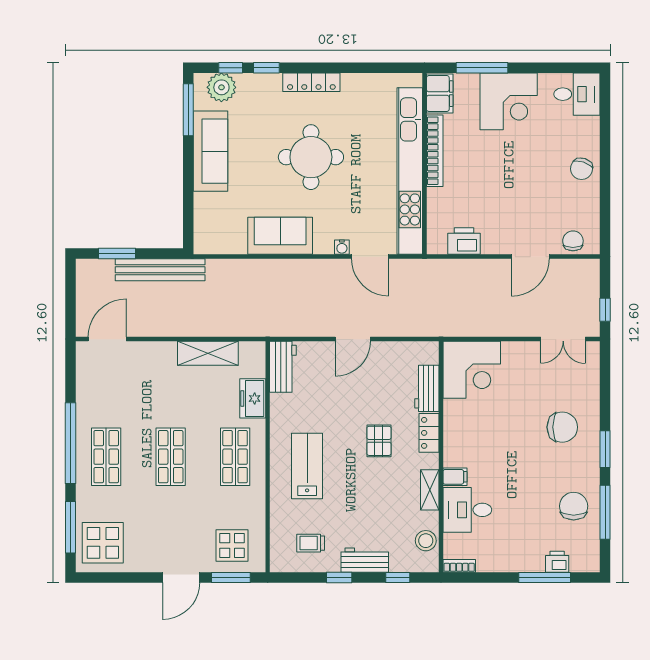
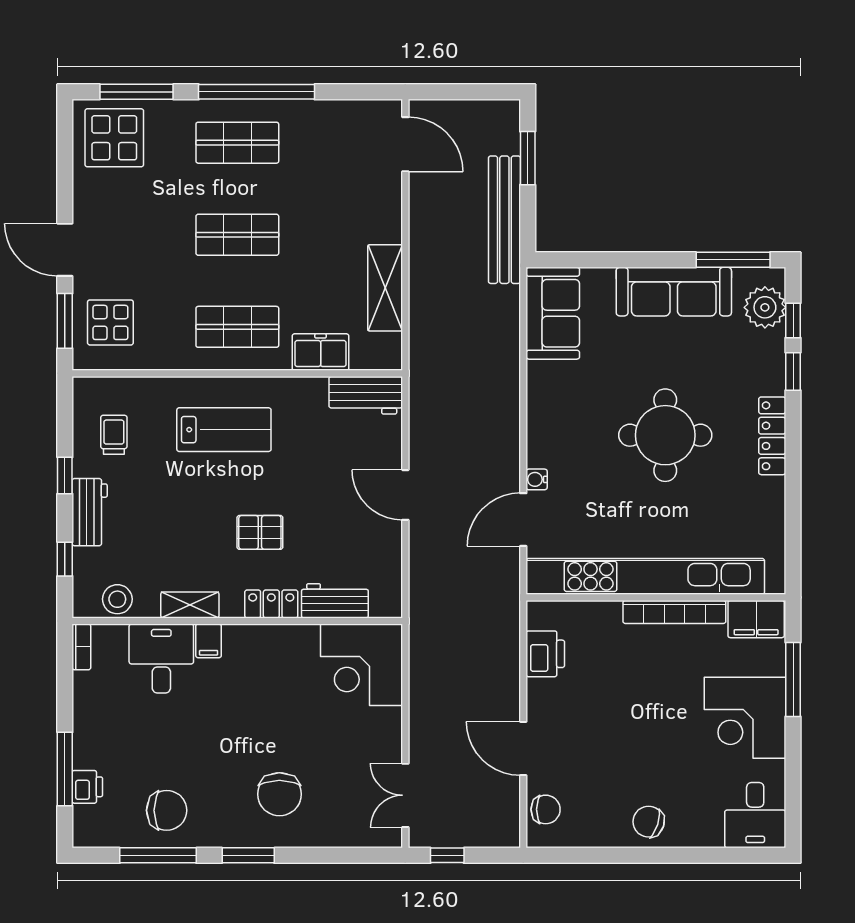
sofa: (280, 236) -> (553, 313), moved

